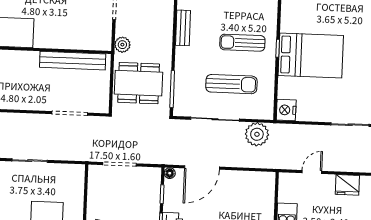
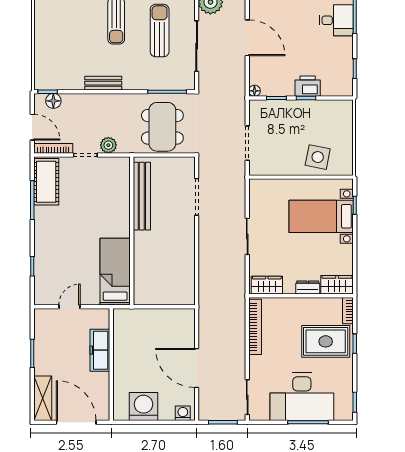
plant: (122, 45) -> (108, 145), moved
door: (202, 168) -> (247, 38), moved

